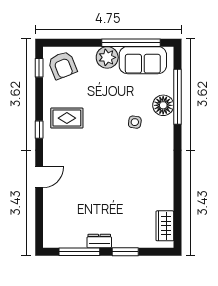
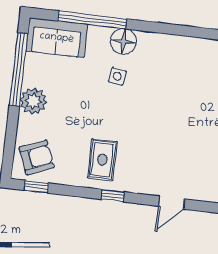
sofa: (143, 60) -> (57, 38), moved, turned 90
floor lamp: (163, 105) -> (123, 41), moved
door: (39, 177) -> (172, 203), swing flipped

